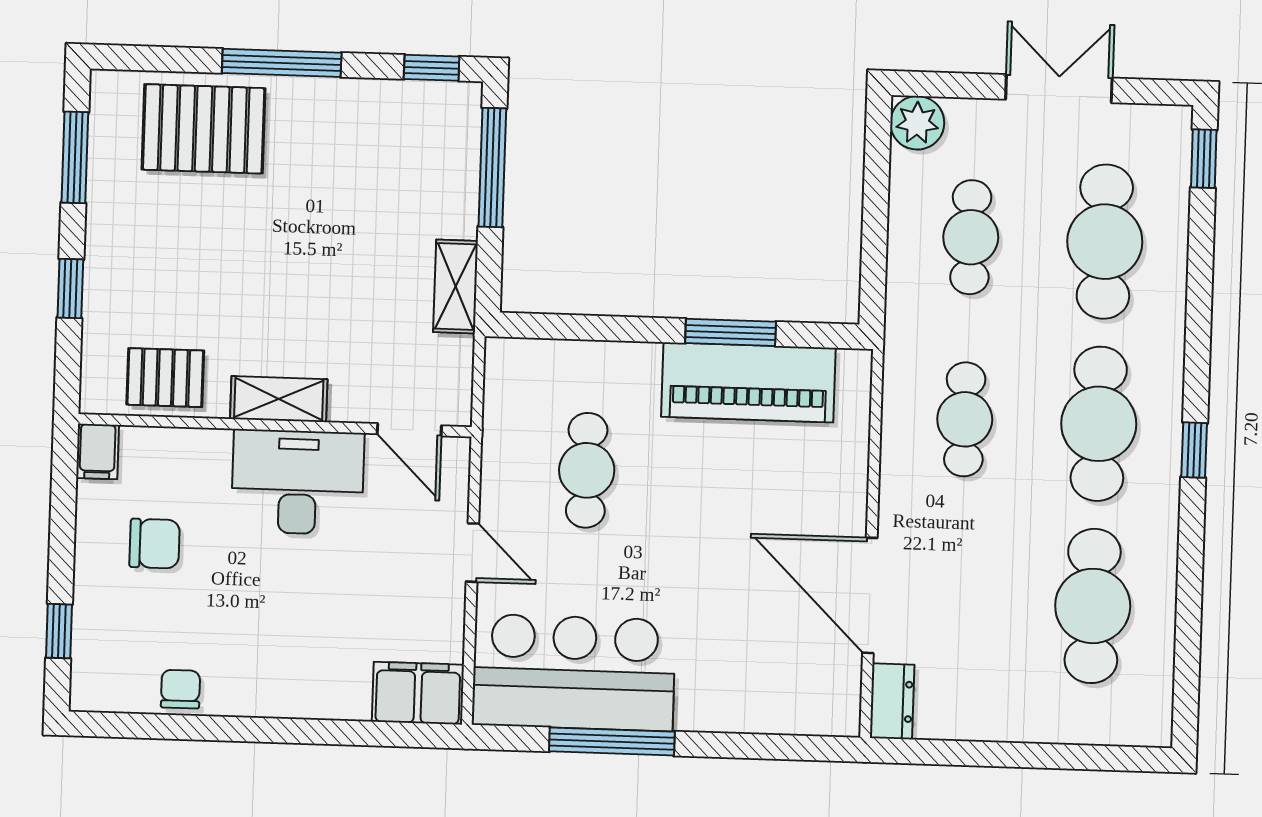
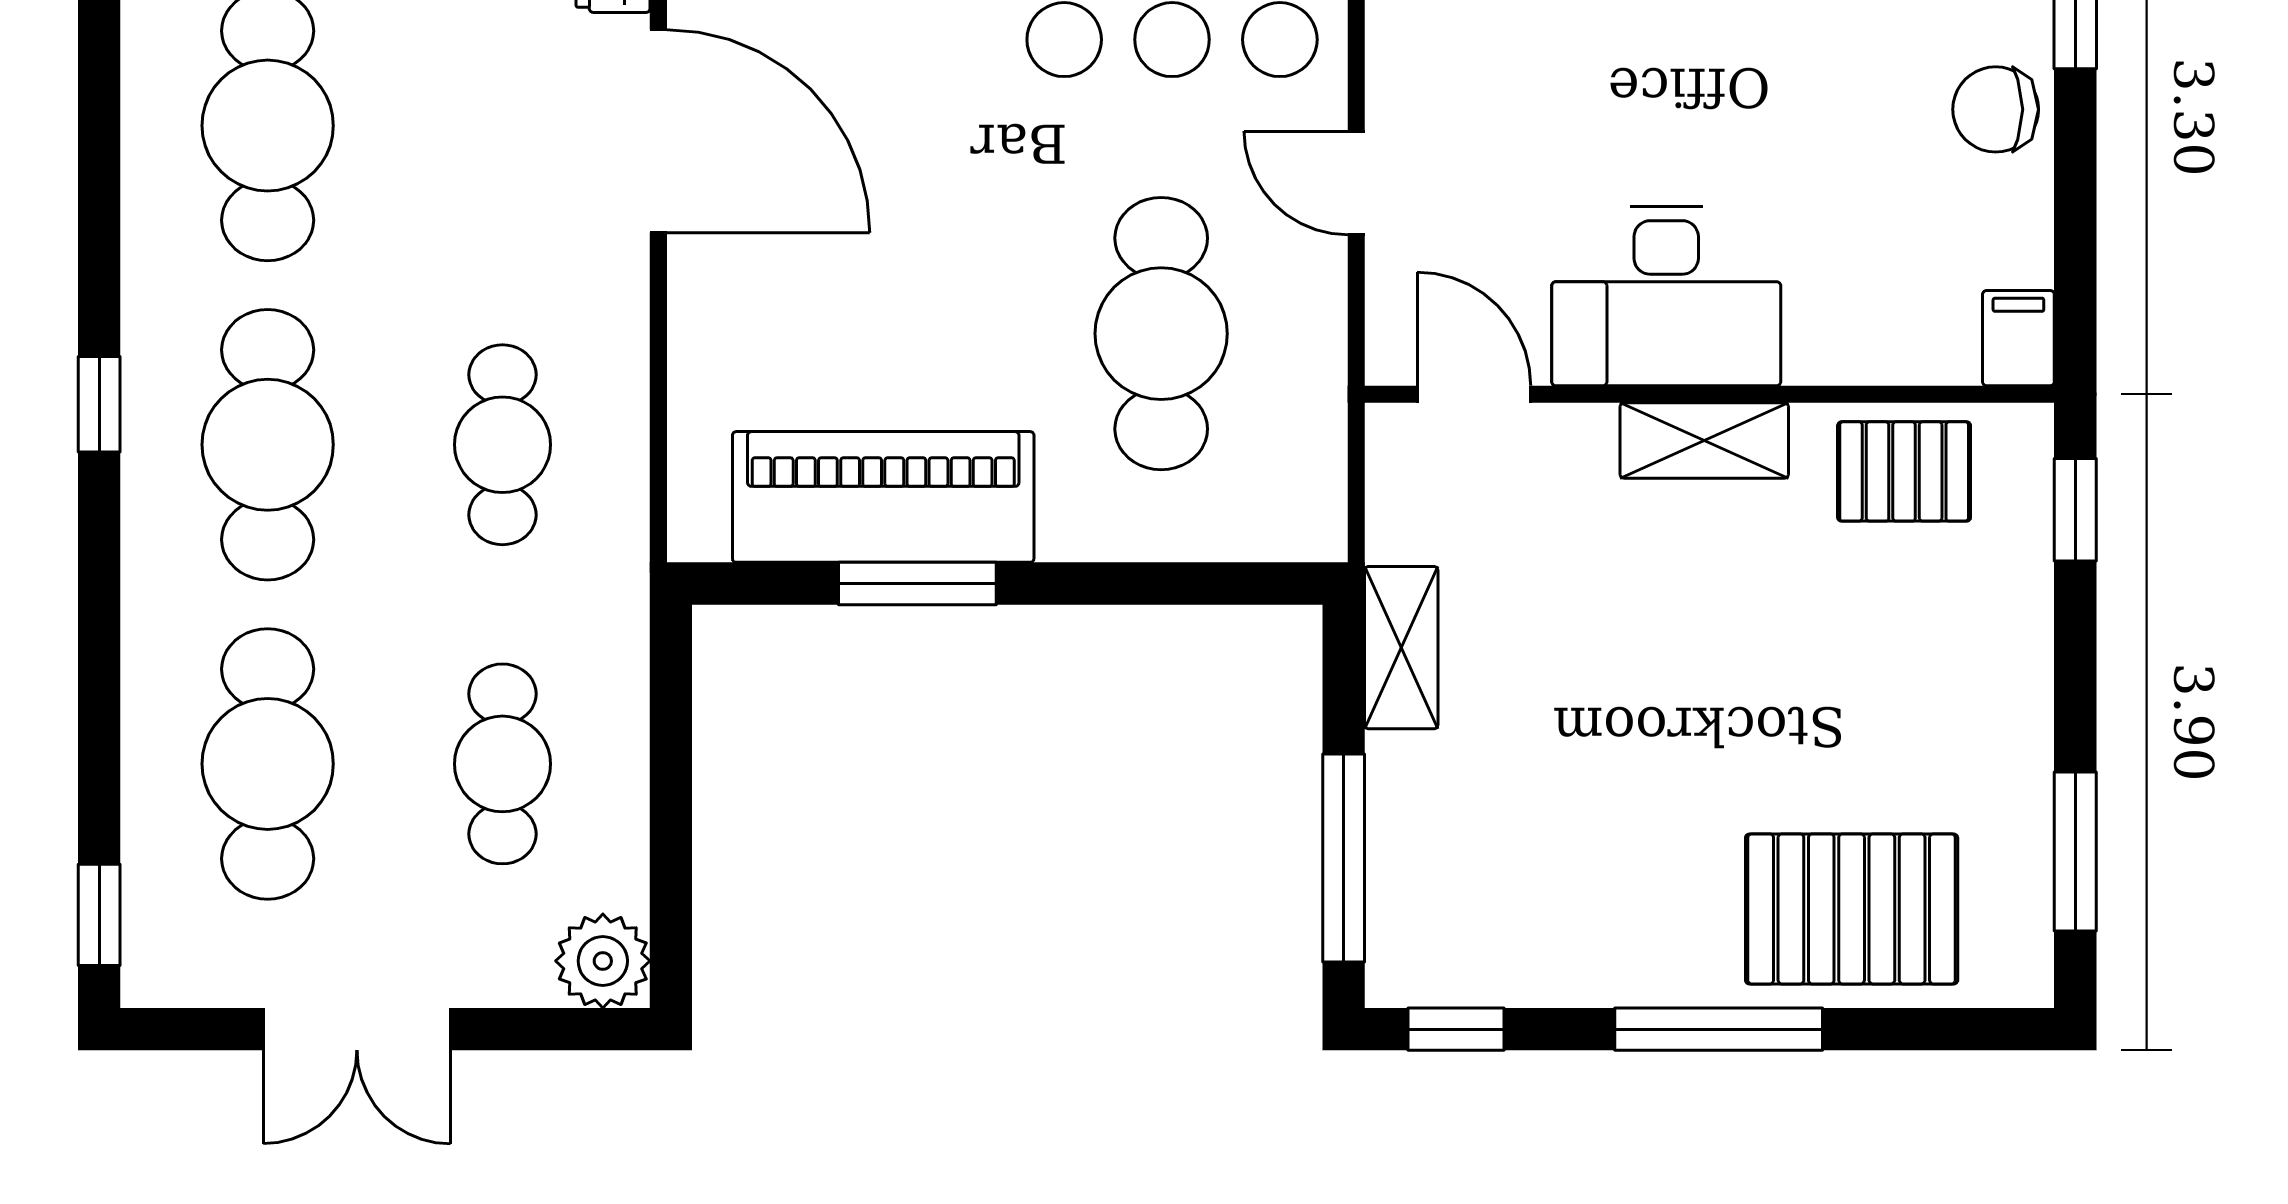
window: (70, 289) -> (2075, 510), moved
cafe table: (587, 470) -> (1161, 334), width x1.37, depth x1.35
chair: (155, 544) -> (1996, 109), moved

